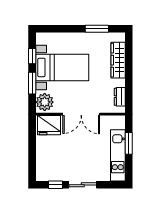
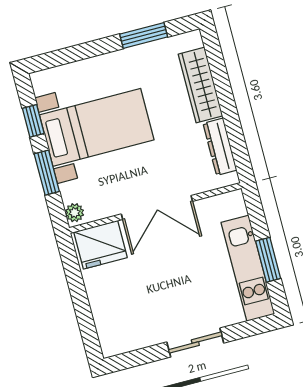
dresser: (120, 97) -> (220, 147), width x1.44
plant: (45, 102) -> (75, 213), width x0.53, depth x0.53
window: (129, 143) -> (268, 260), moved
window: (55, 185) -> (143, 356), removed

